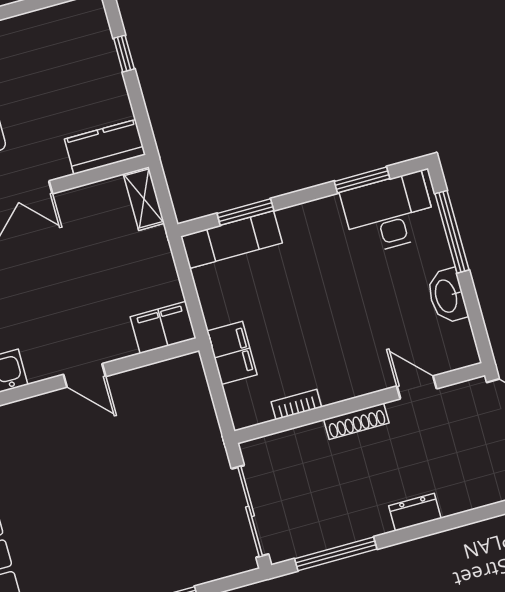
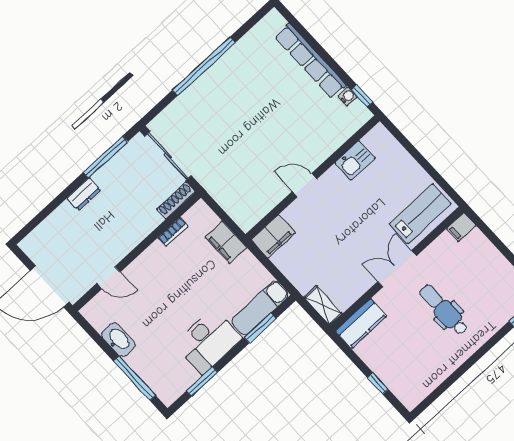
desk: (389, 213) -> (208, 341), moved
shoe rack: (356, 421) -> (176, 200), moved
dresser: (415, 512) -> (84, 194), moved

